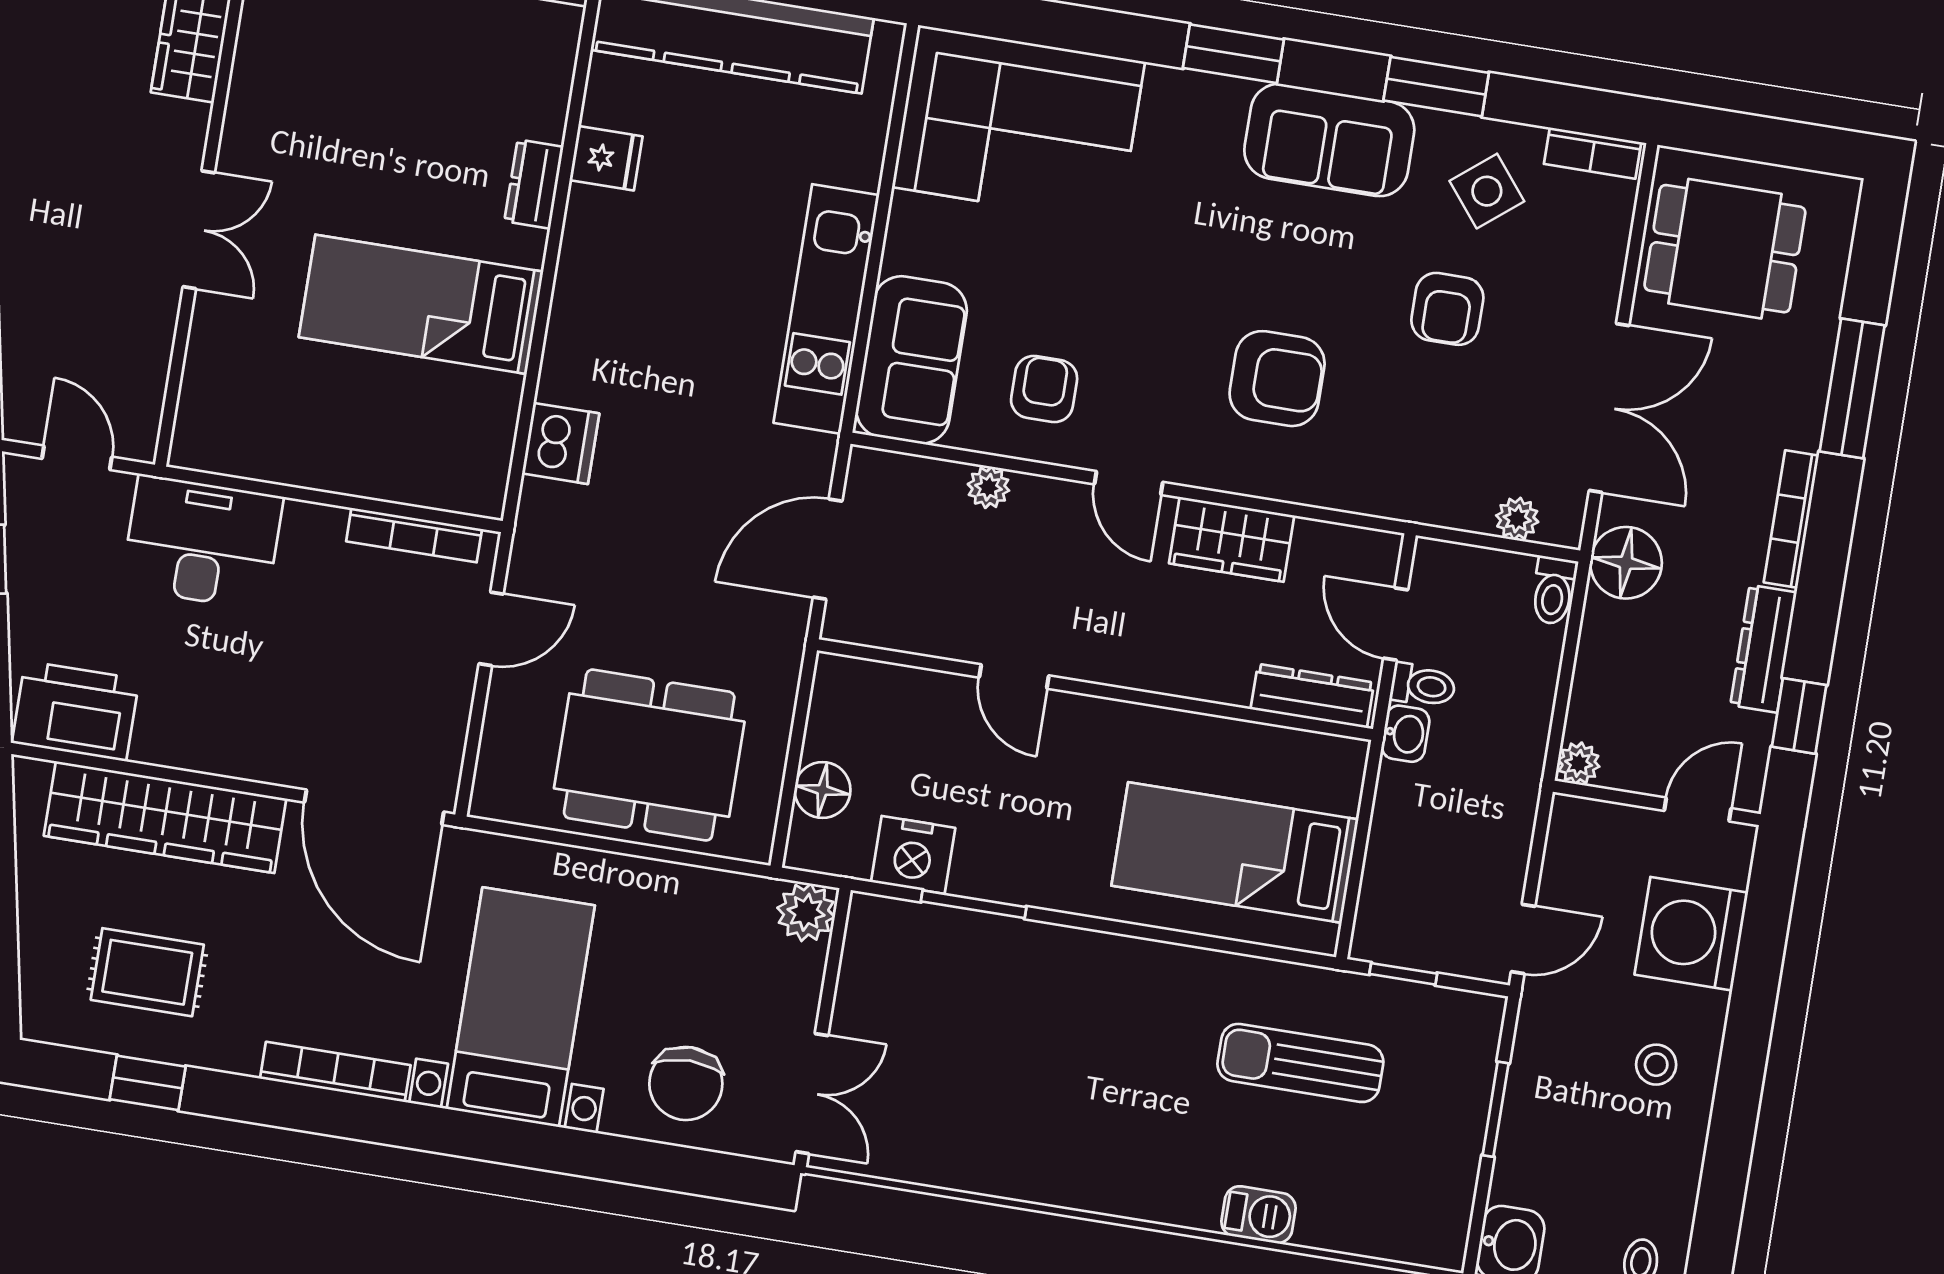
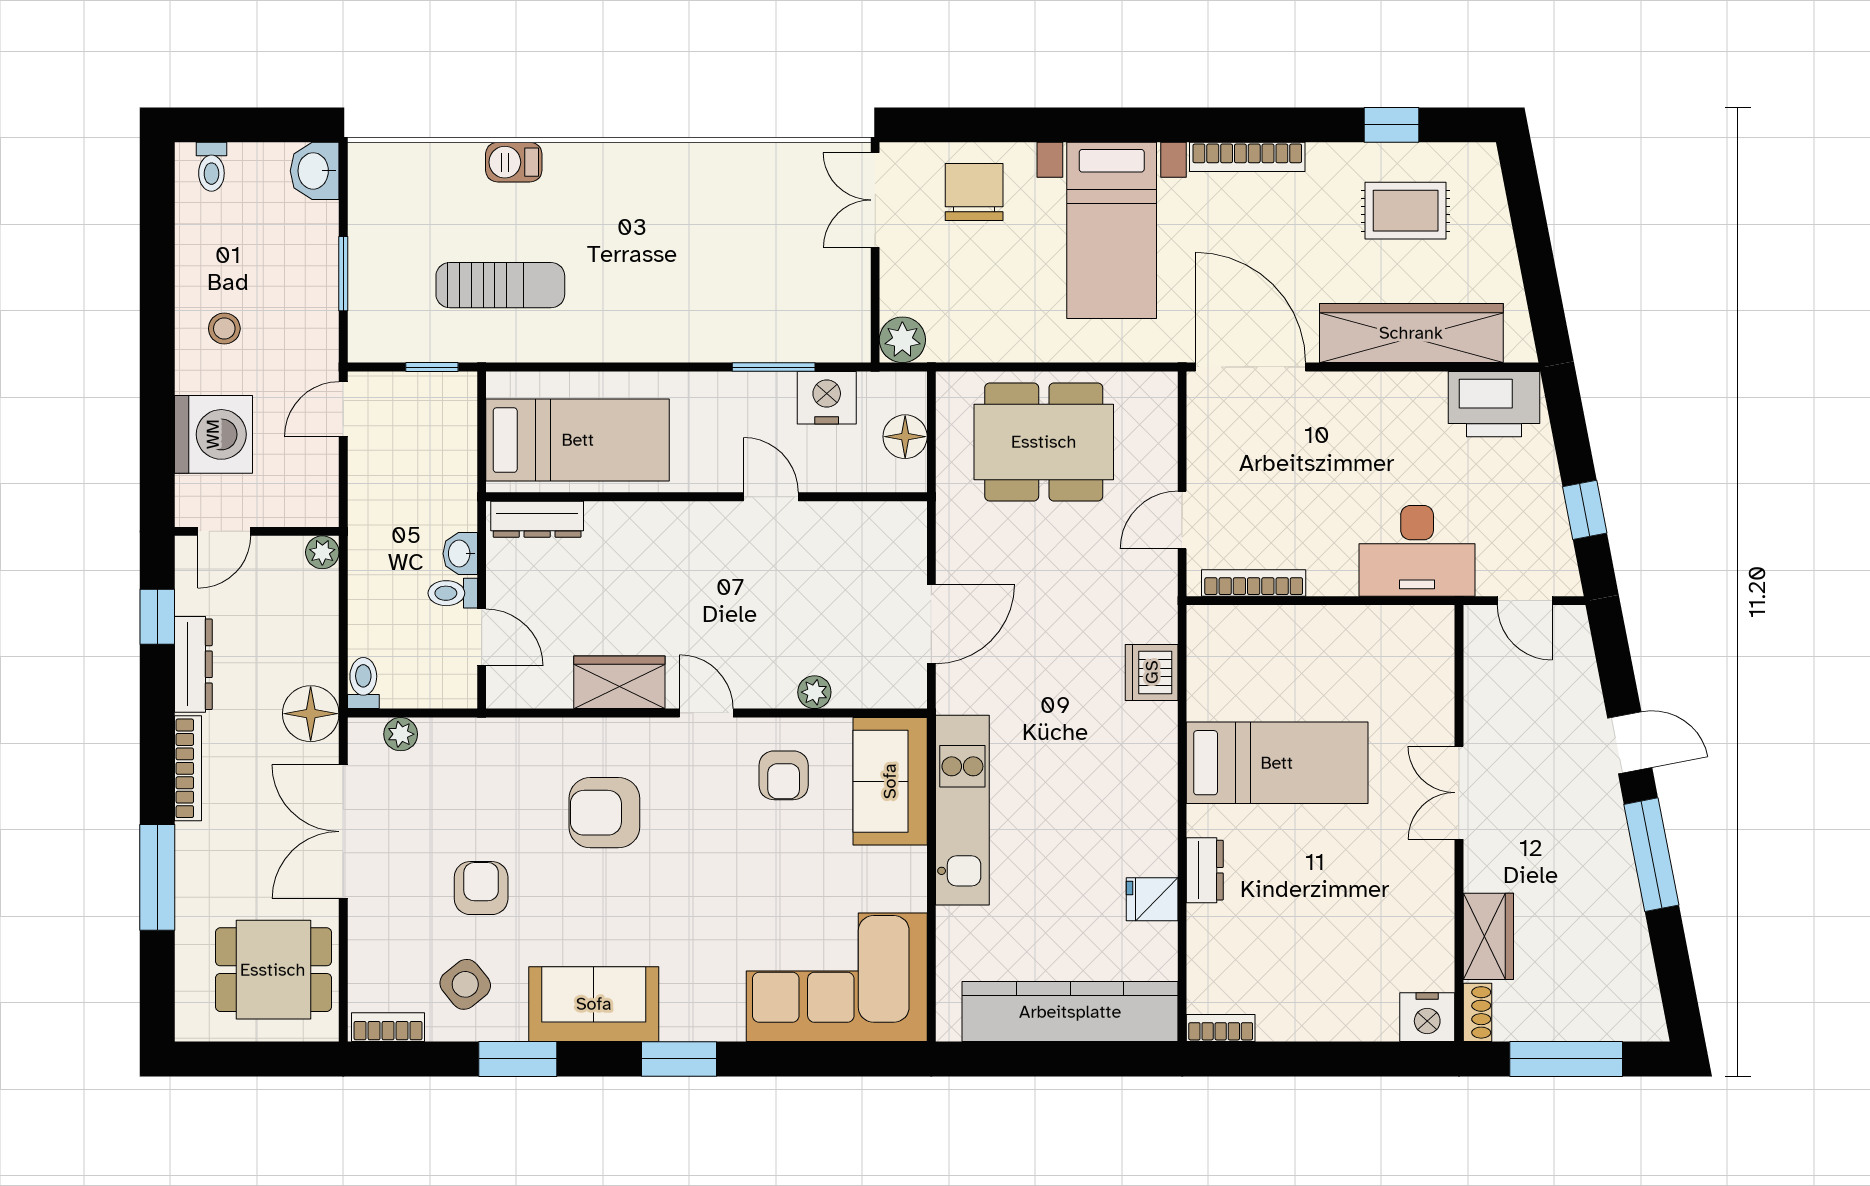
door: (1014, 676) -> (771, 497), moved
wall: (1095, 690) -> (706, 497), moved
dresser: (1312, 696) -> (537, 519), moved

